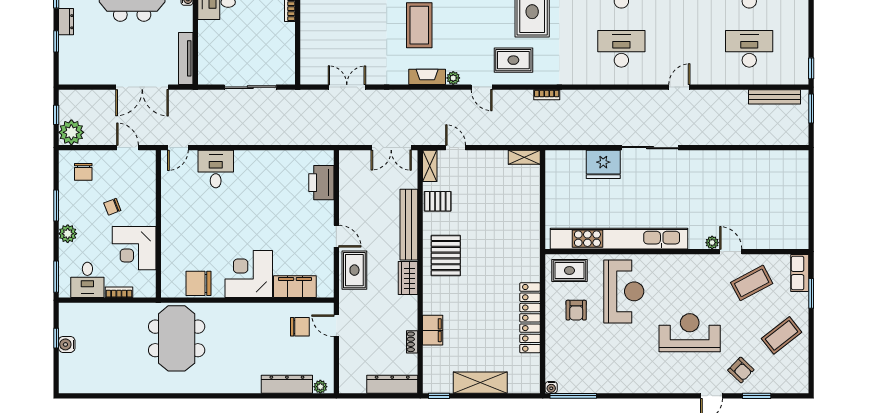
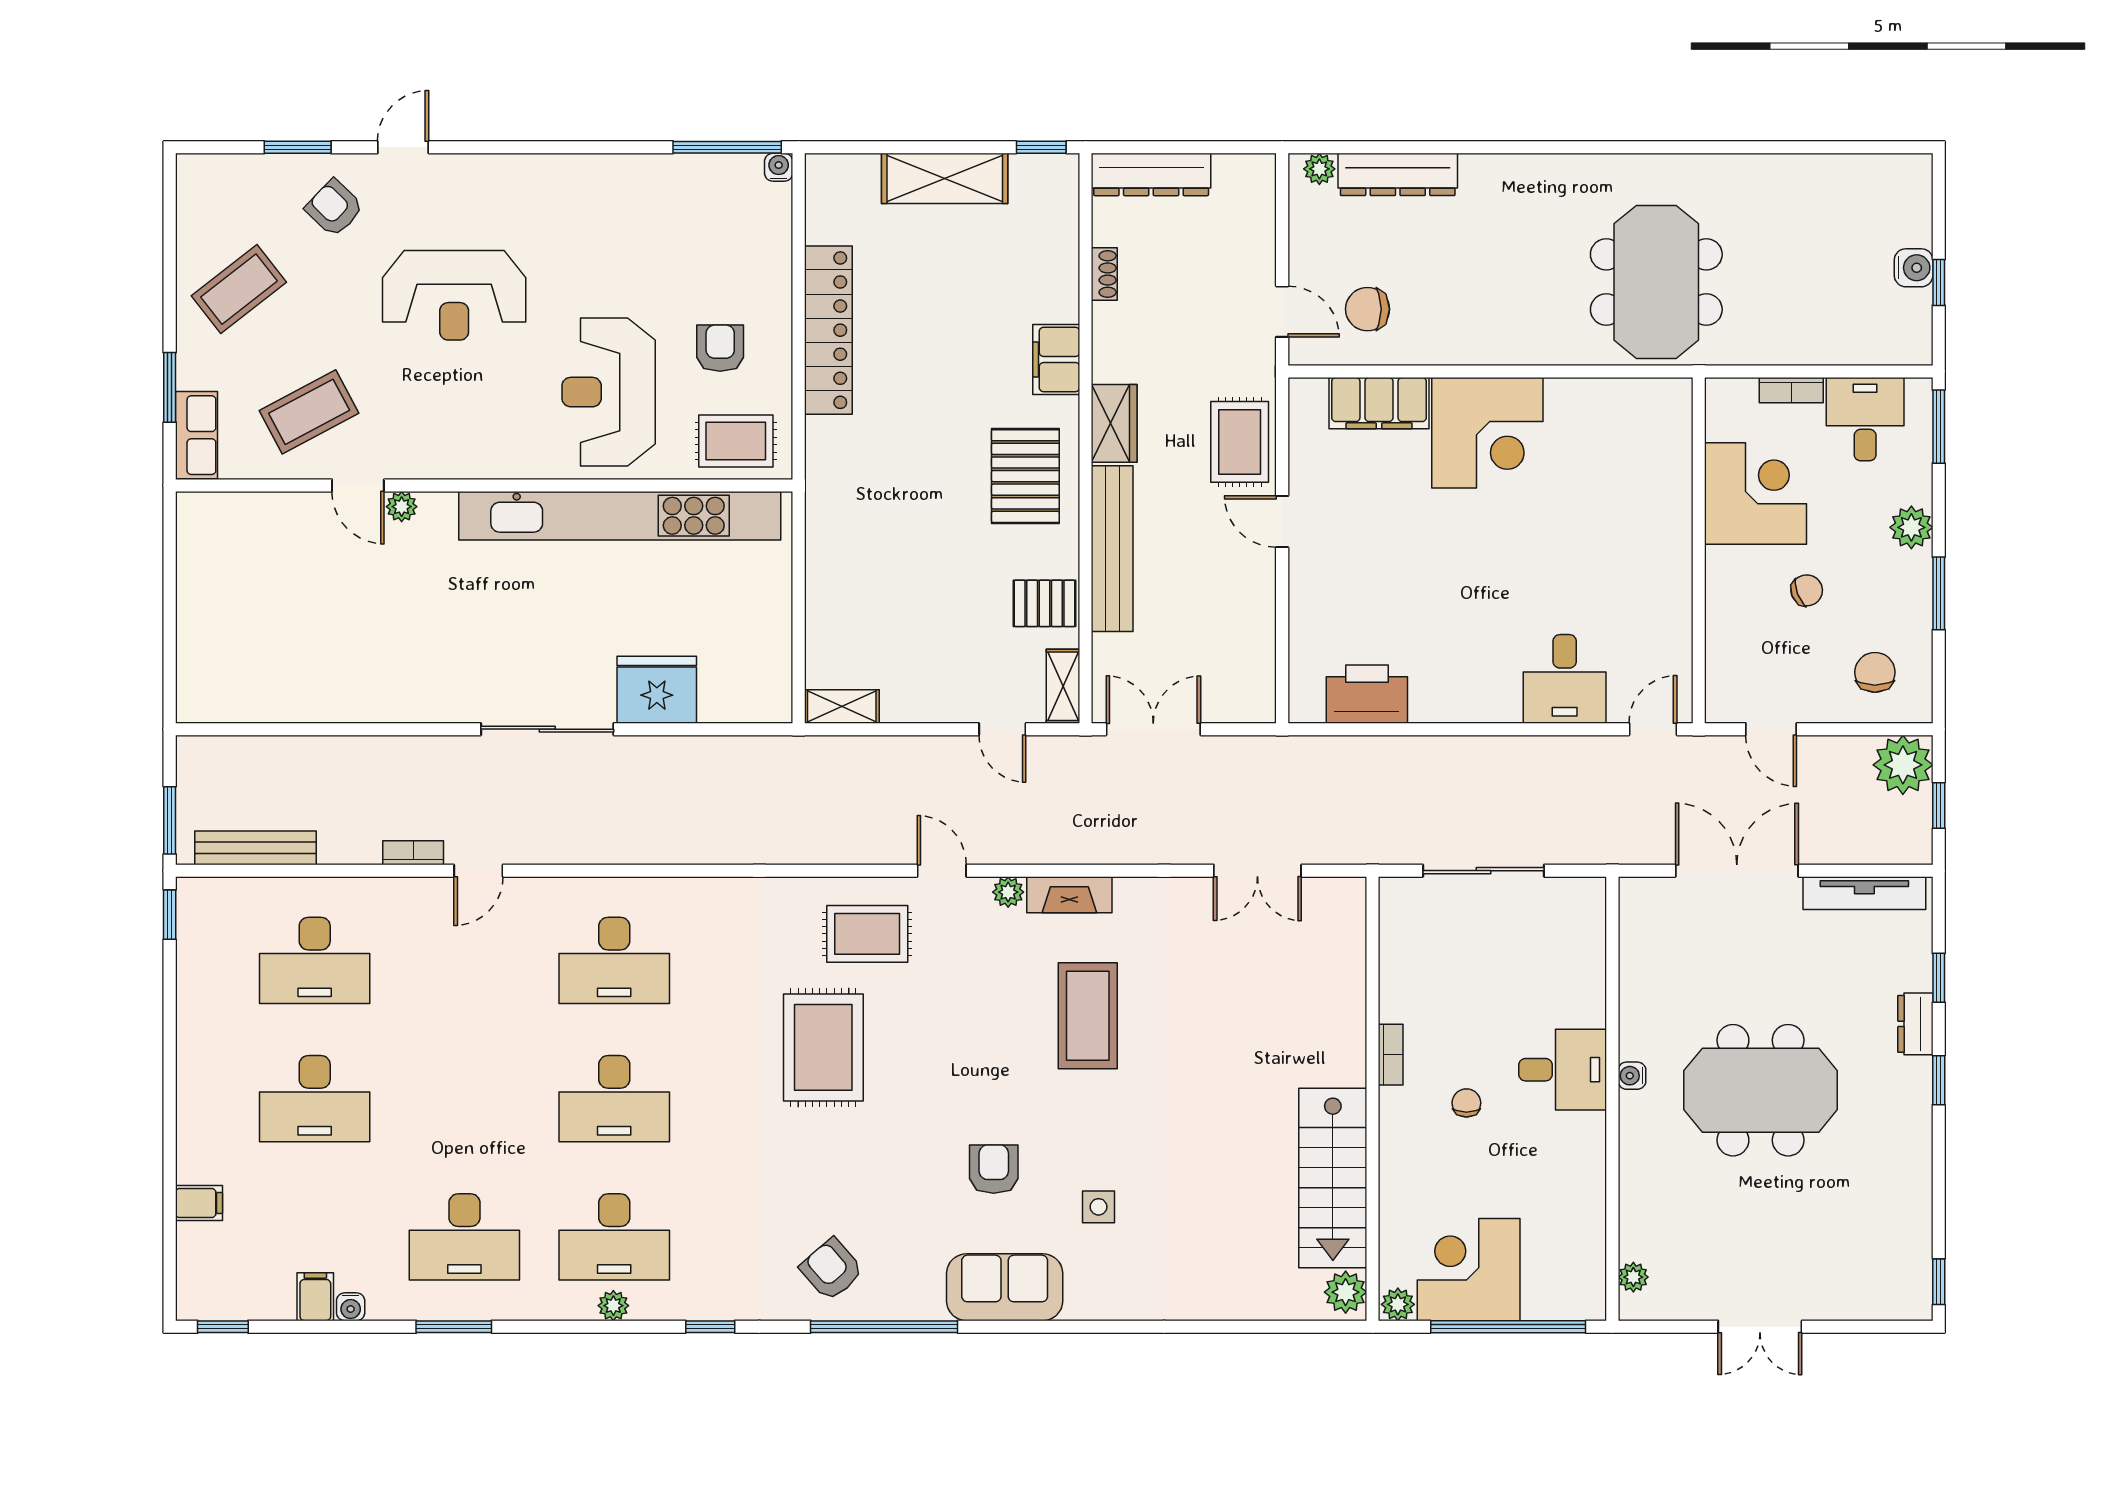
tv unit: (186, 58) -> (1864, 893), moved, turned 90
bookcase: (547, 95) -> (413, 853), moved
printer: (321, 183) -> (1367, 694), moved, turned -90
chair: (199, 283) -> (1605, 411), removed
filing cabinet: (433, 330) -> (1056, 359), moved

